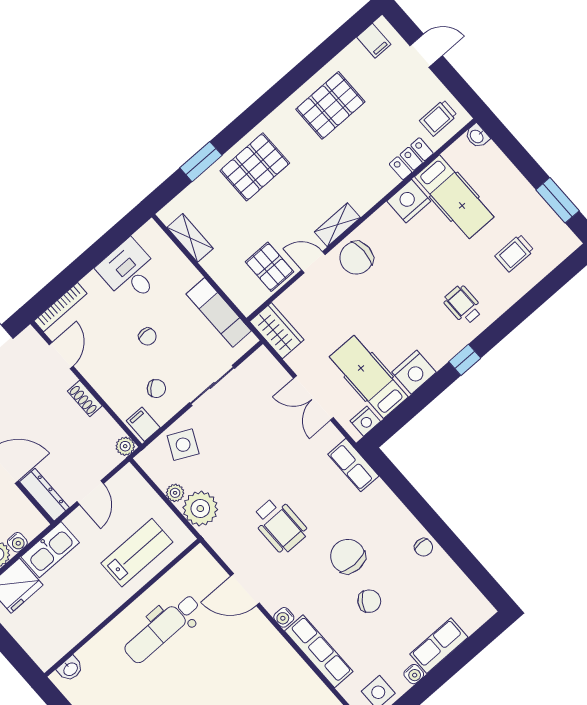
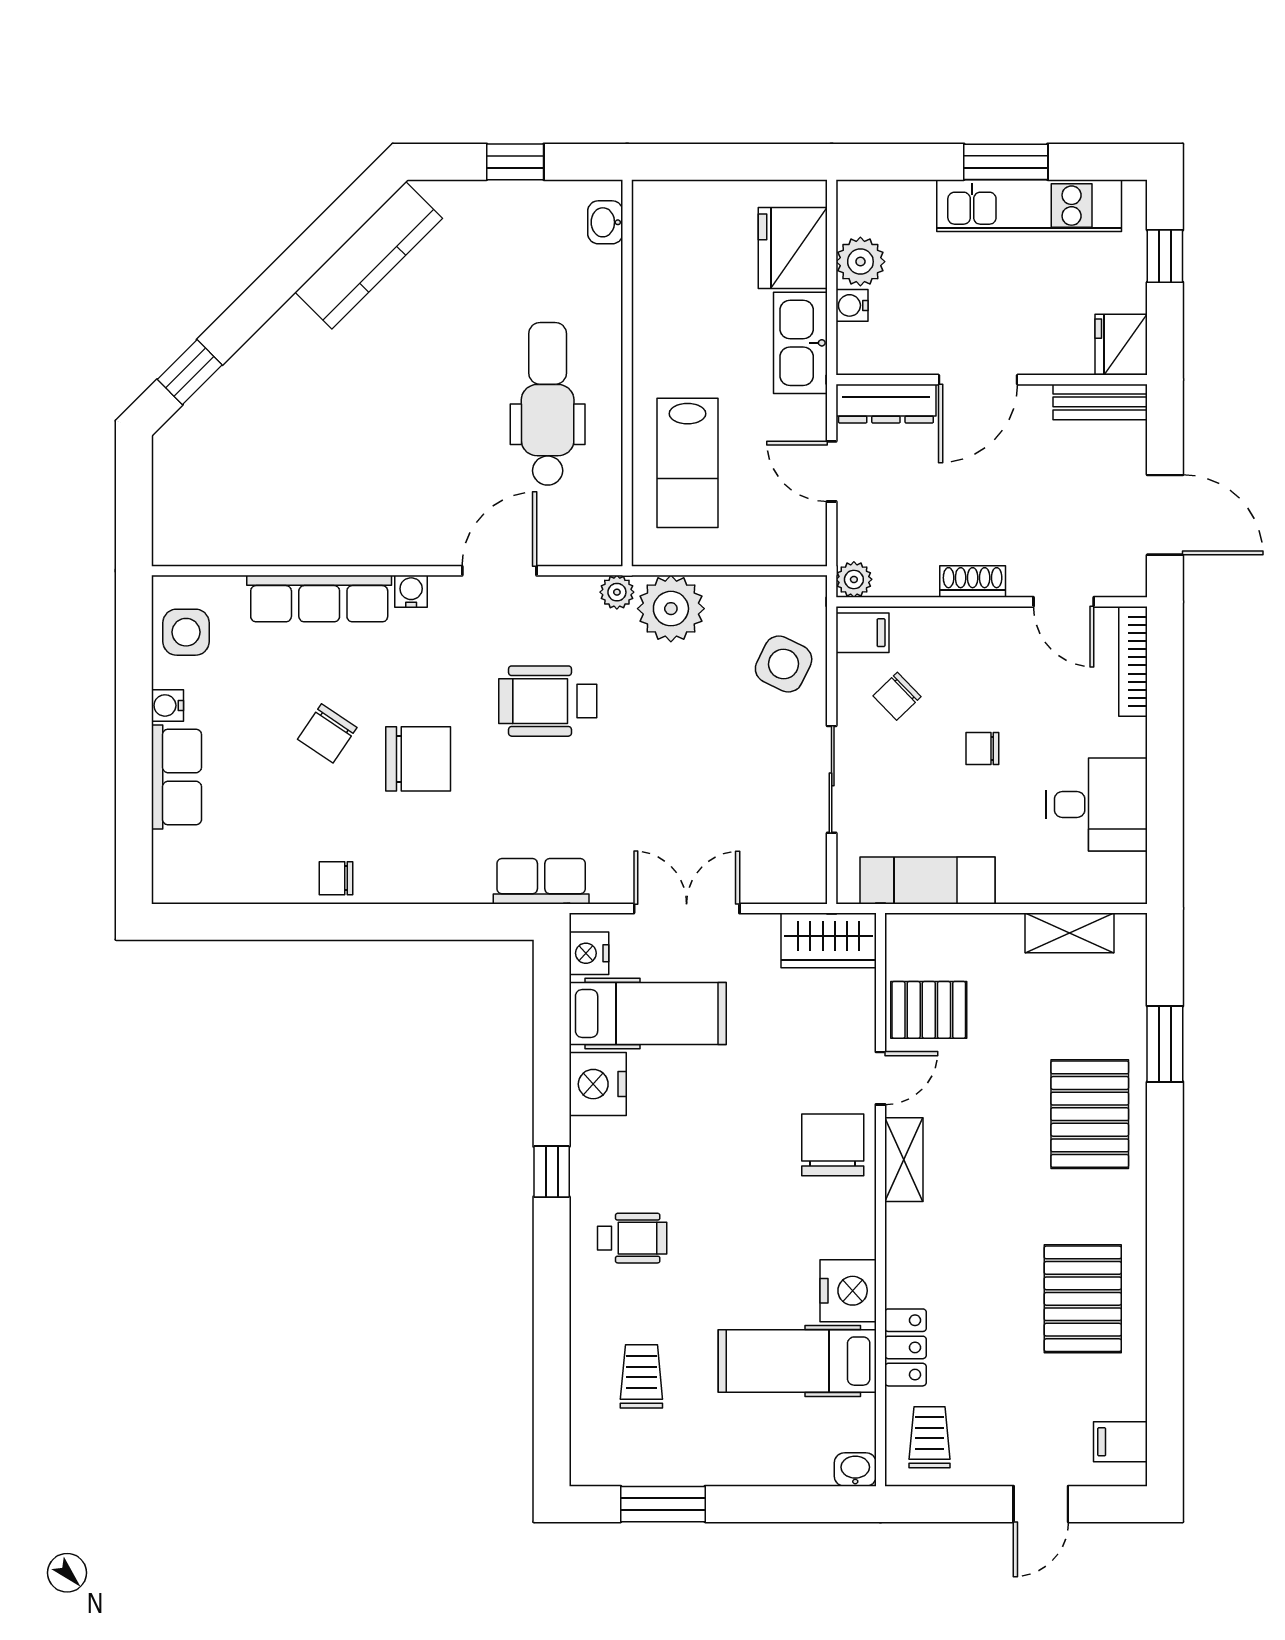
plant: (175, 493) -> (617, 592), moved

